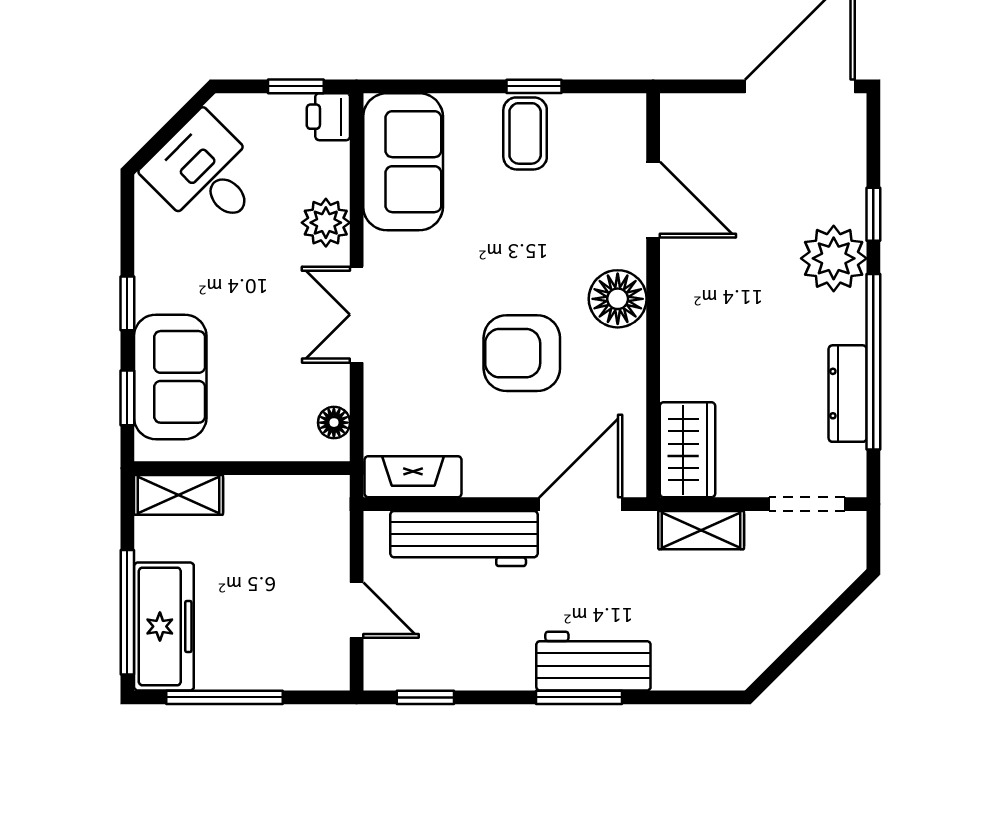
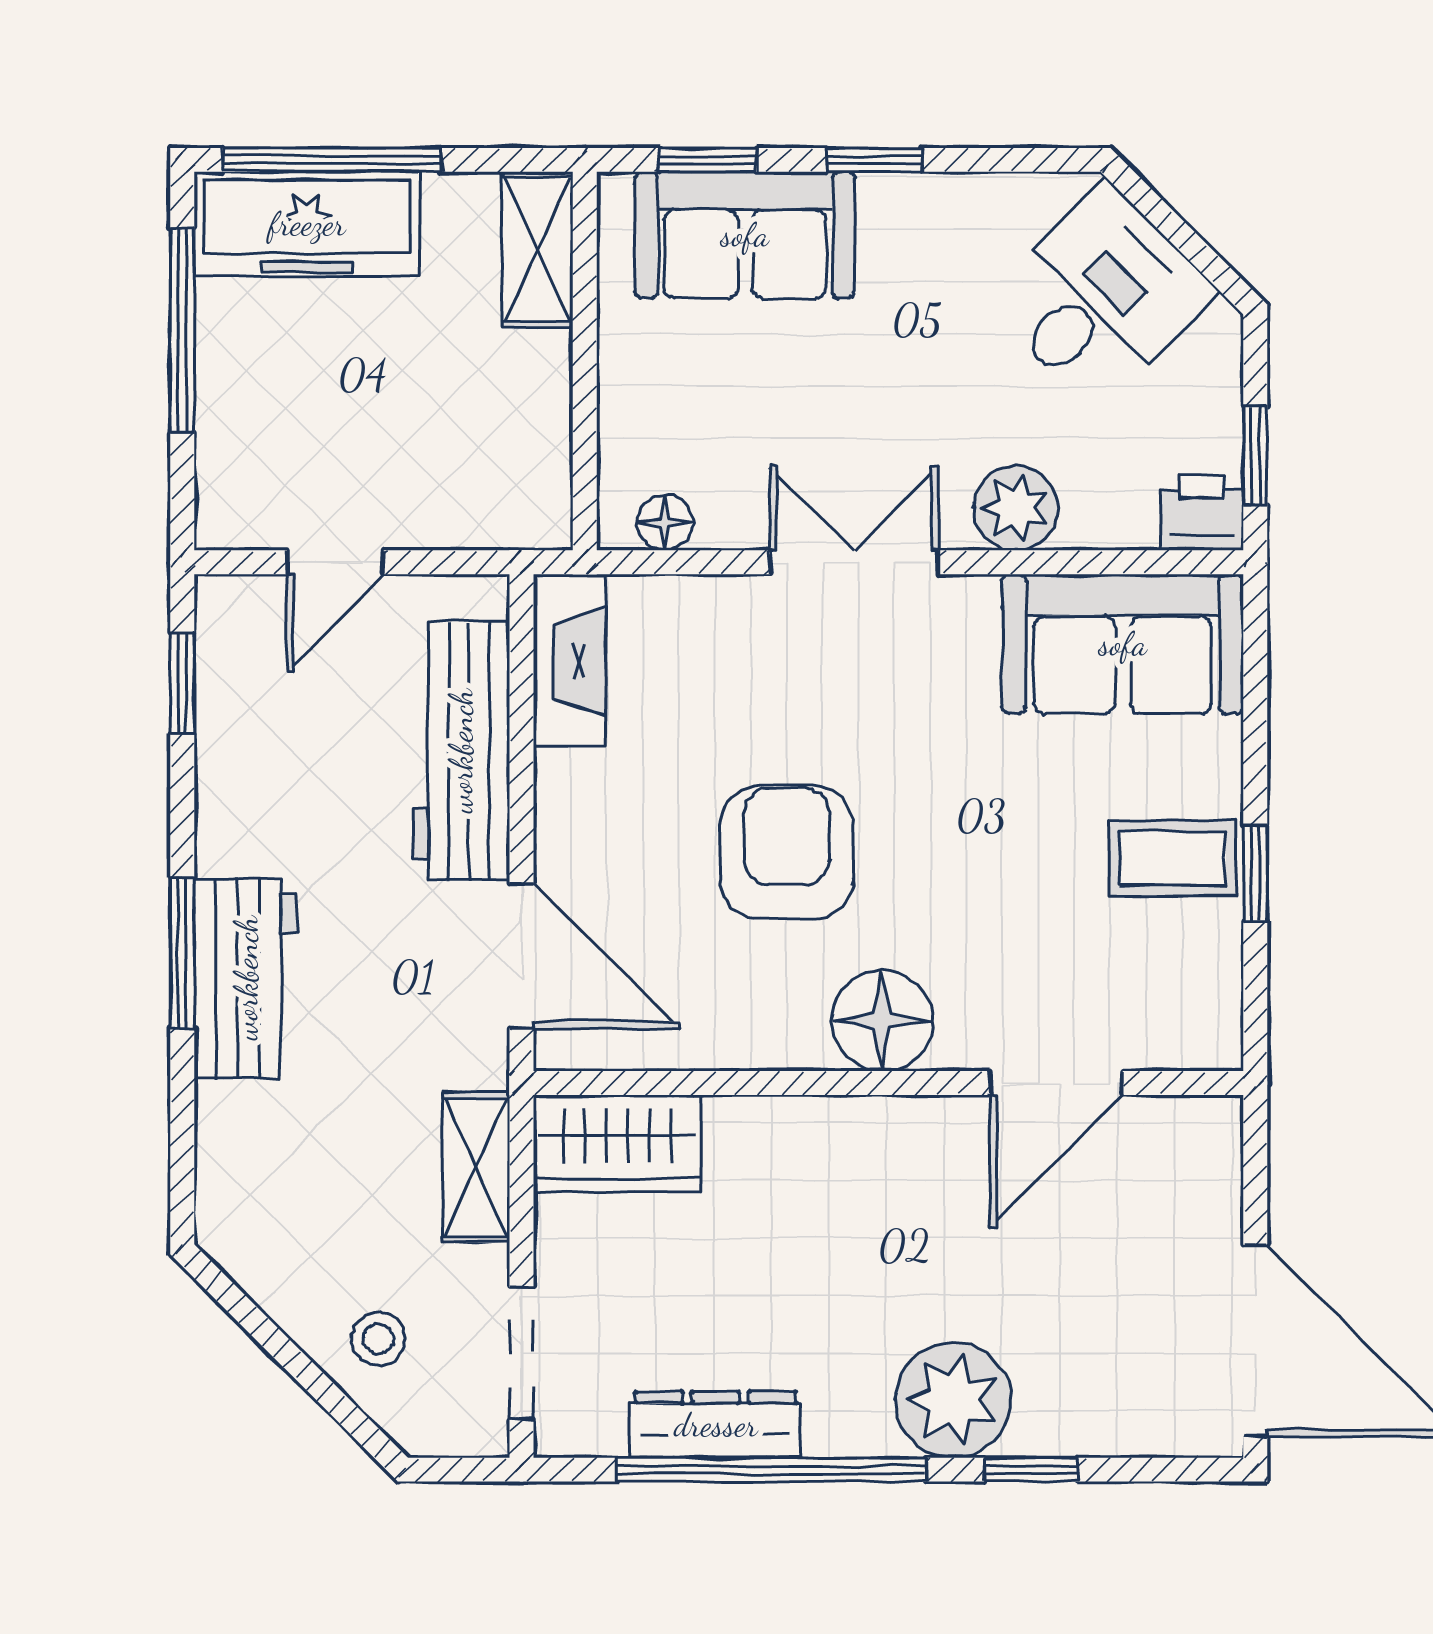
stool: (799, 586) -> (378, 1339), added

